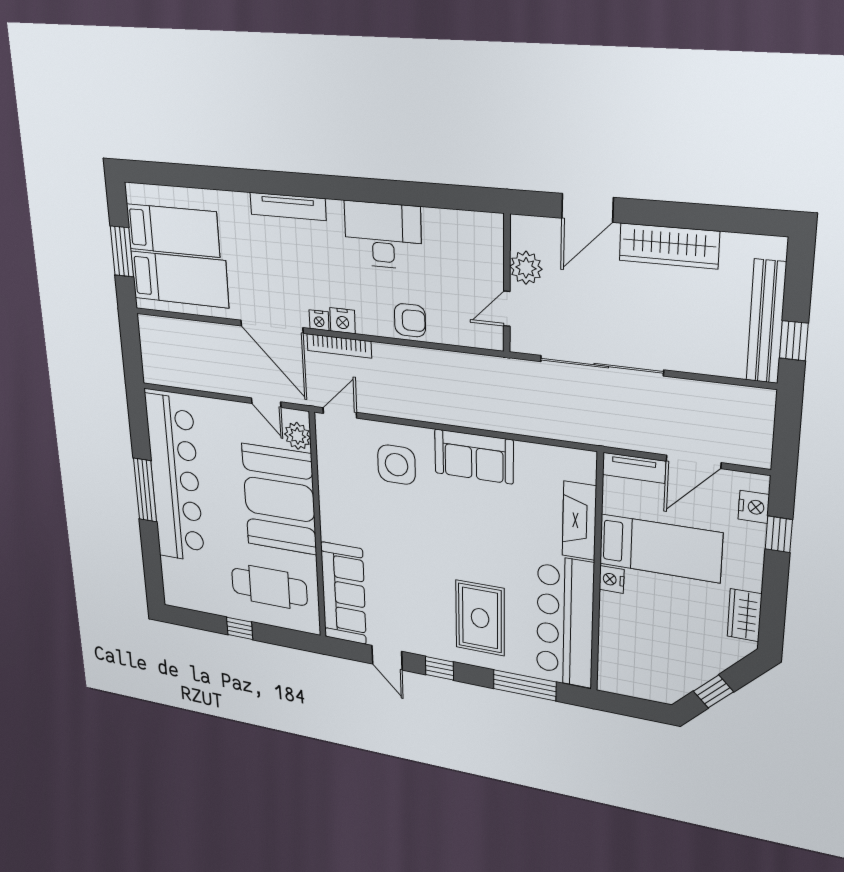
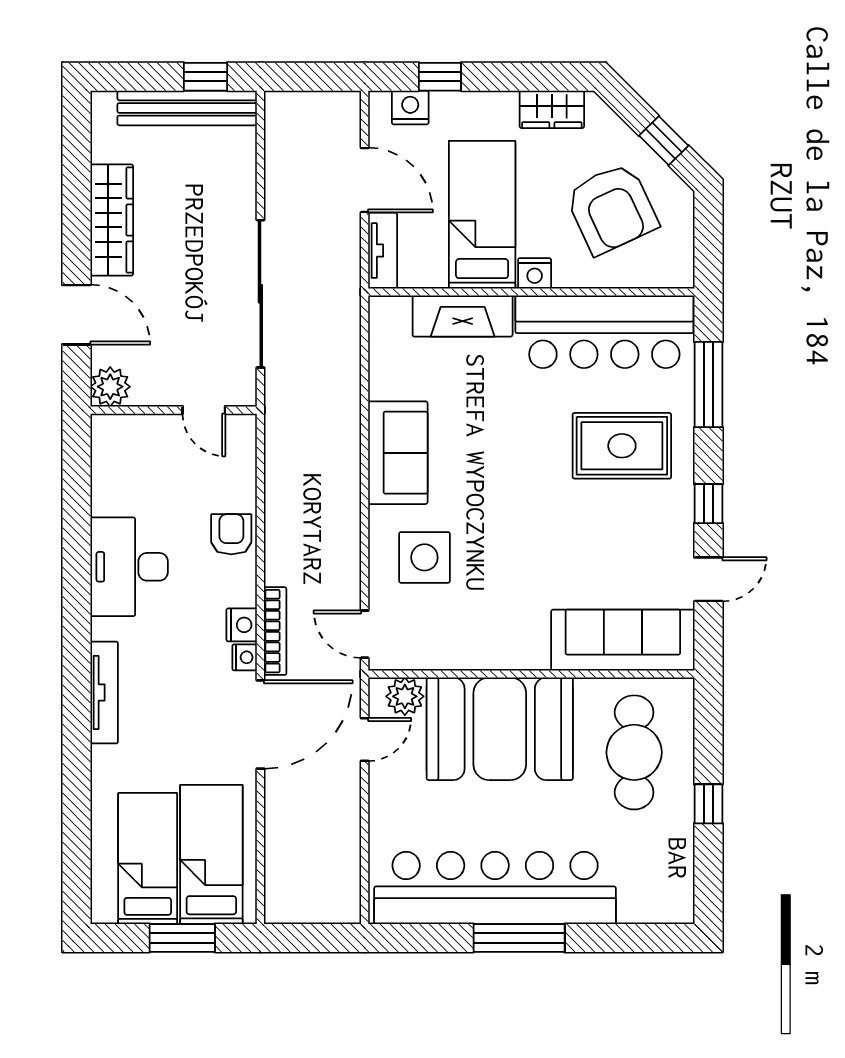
plant: (526, 268) -> (110, 387), moved
armchair: (661, 644) -> (612, 209), added

